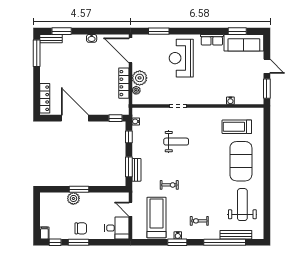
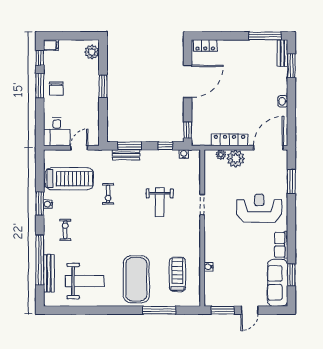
locker: (45, 98) -> (205, 46), width x0.66
window: (267, 142) -> (159, 310), added
exercise mat: (241, 161) -> (136, 279), turned 90
plant: (73, 198) -> (92, 52), moved

